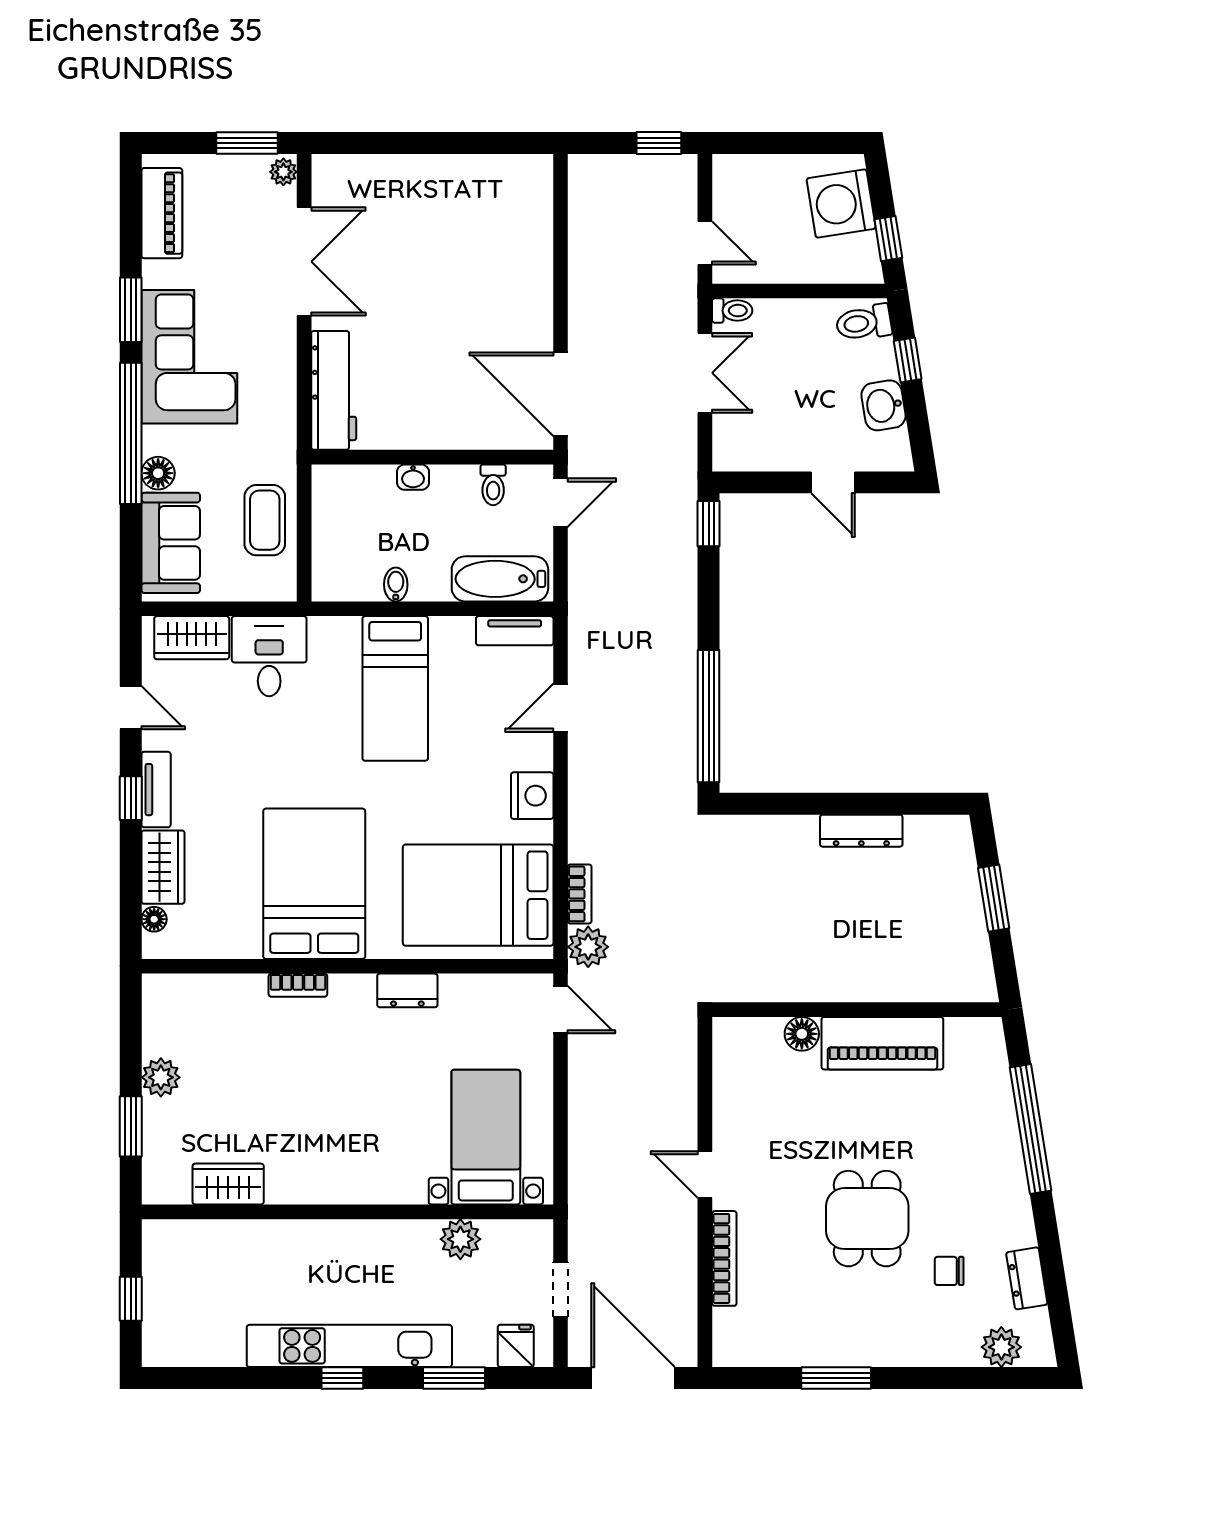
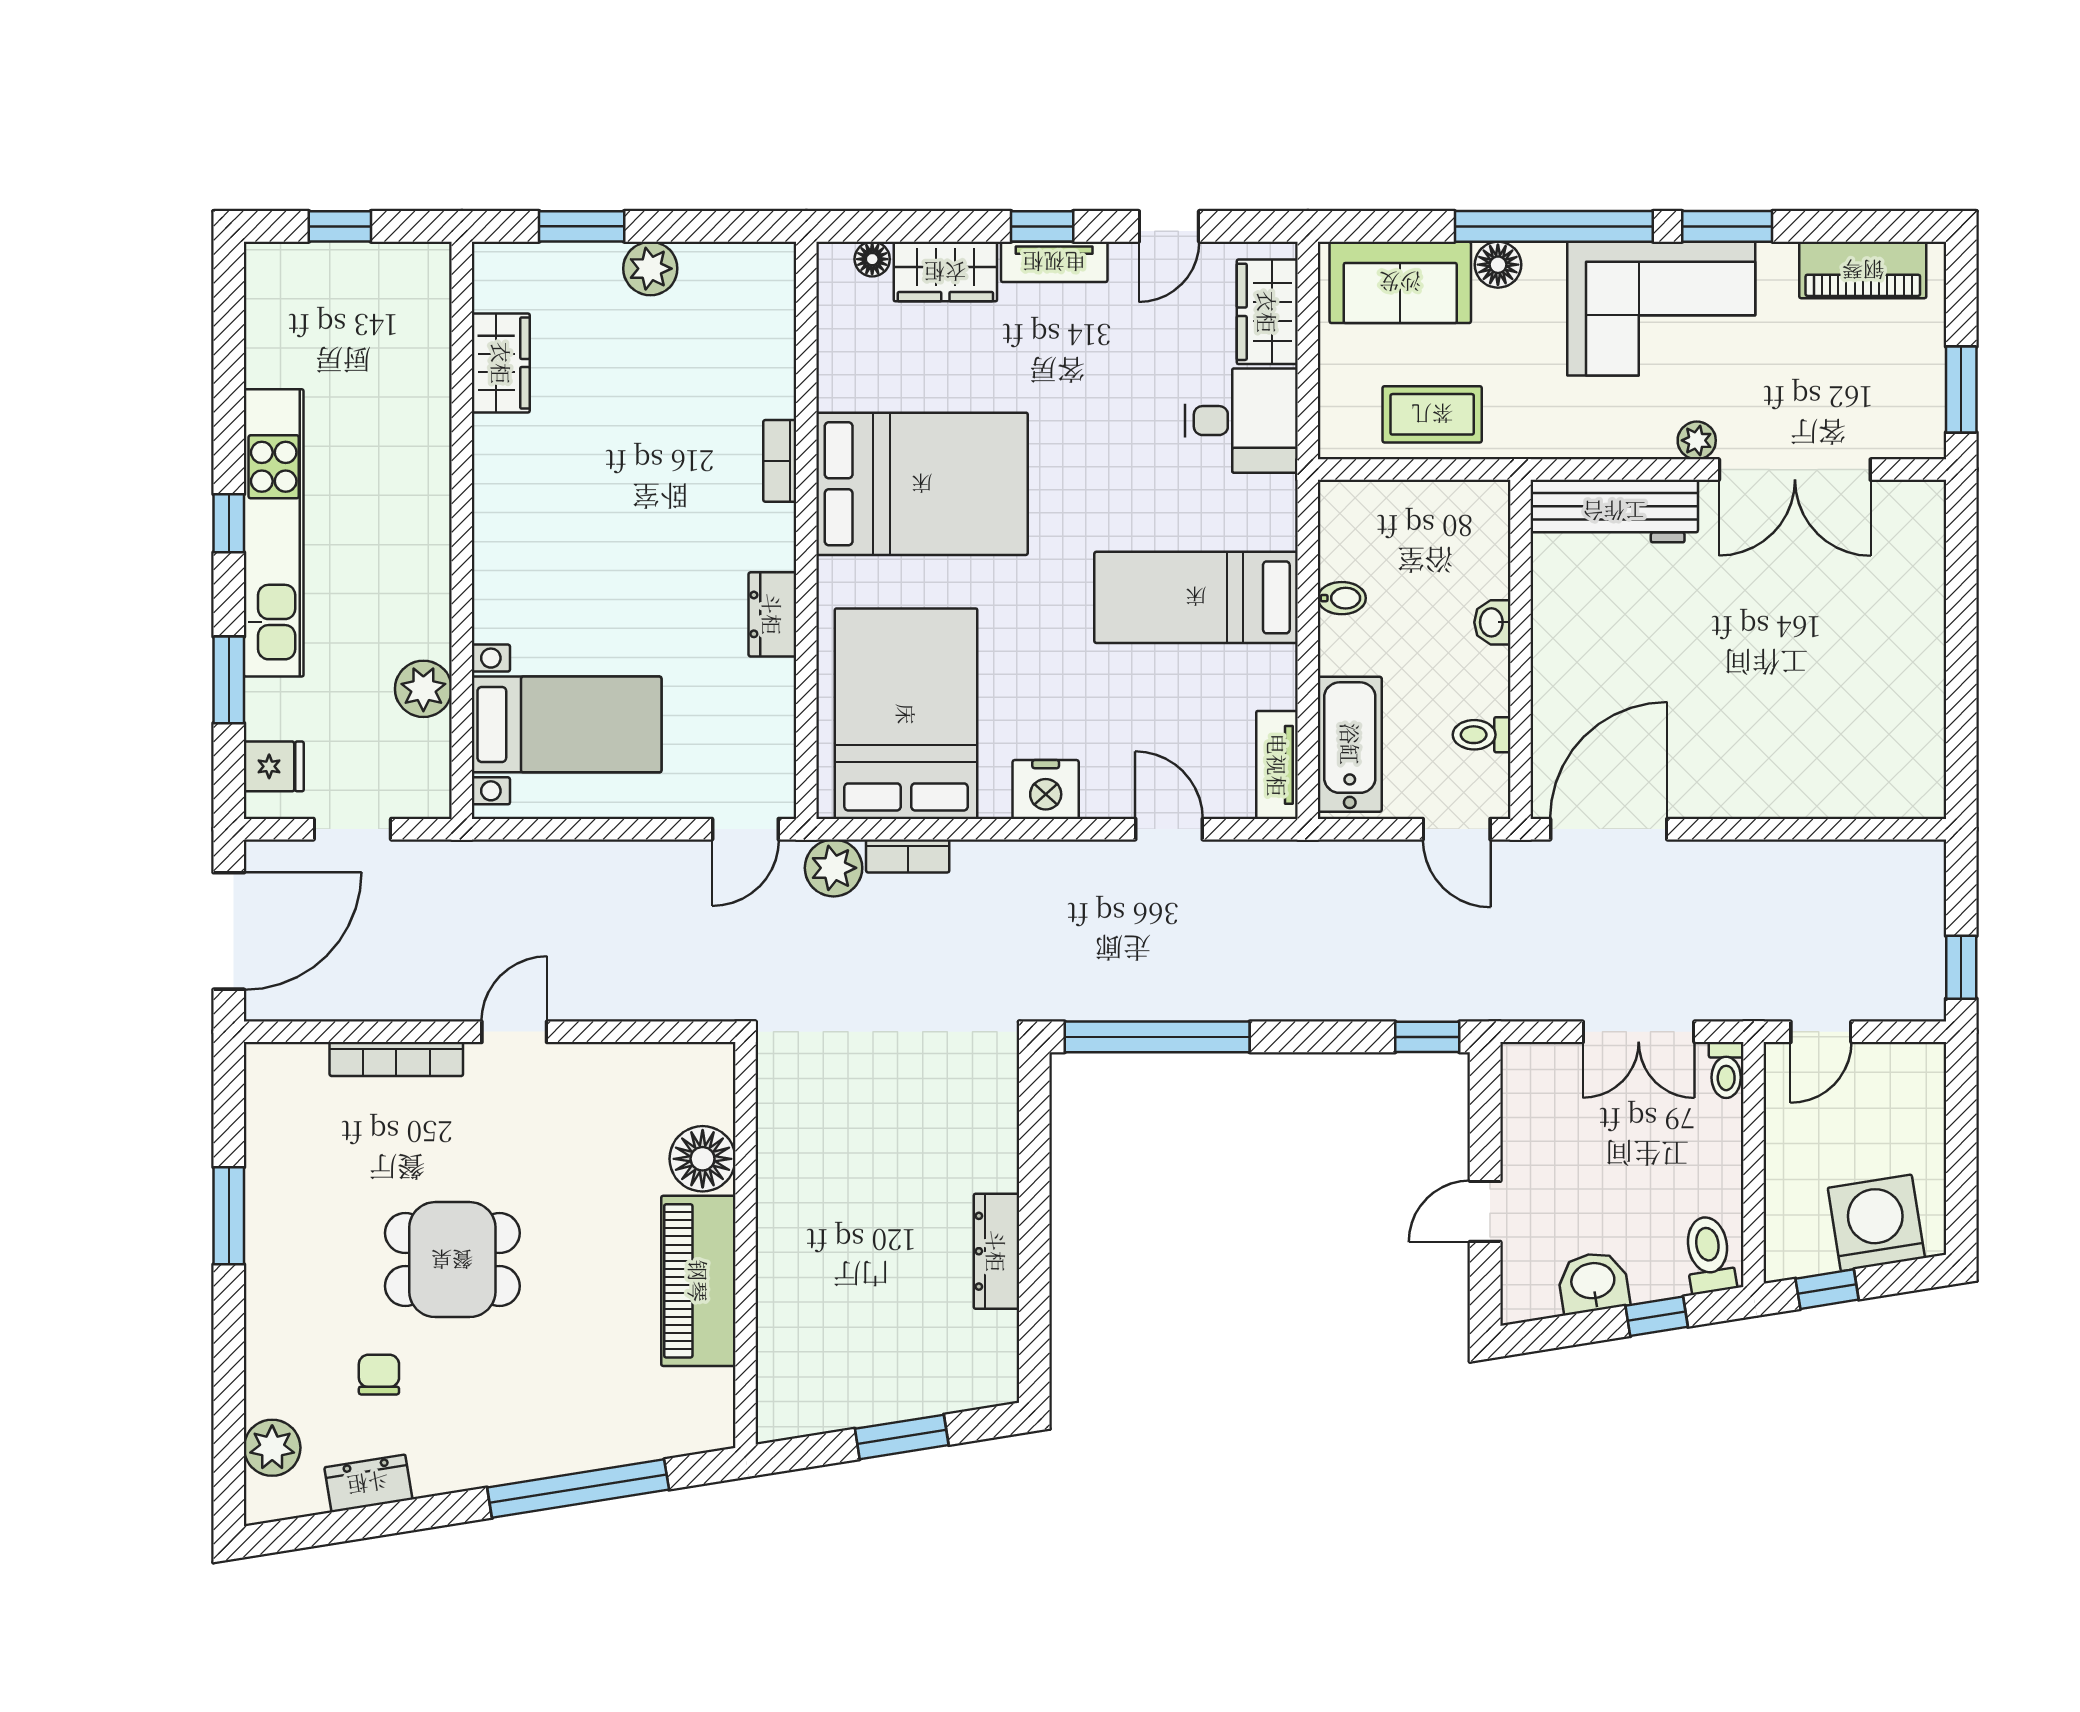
plant: (283, 172) -> (1697, 440), moved
floor lamp: (802, 1034) -> (703, 1159), width x1.38, depth x1.38

